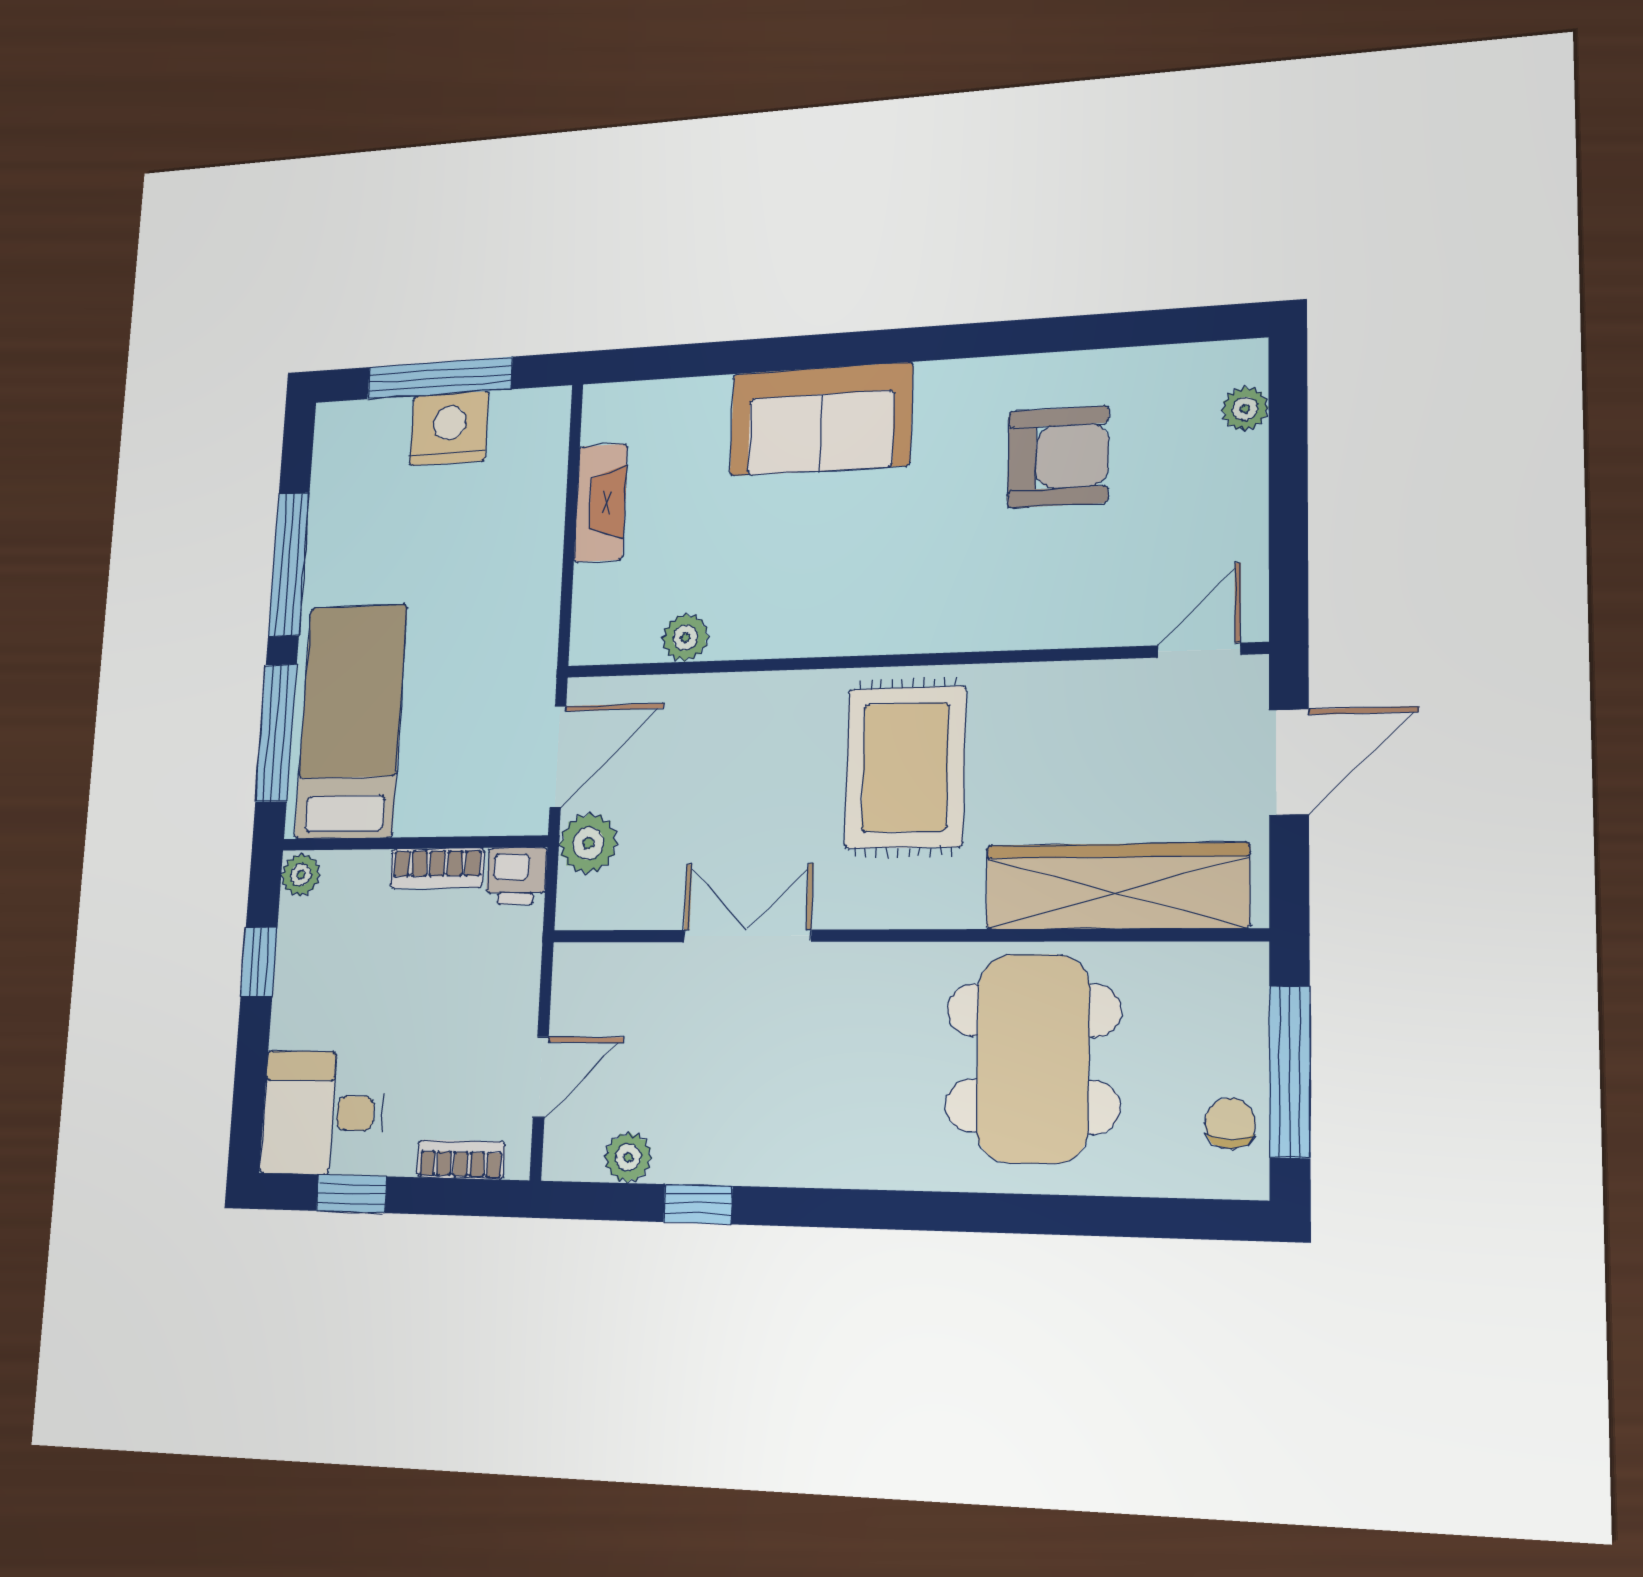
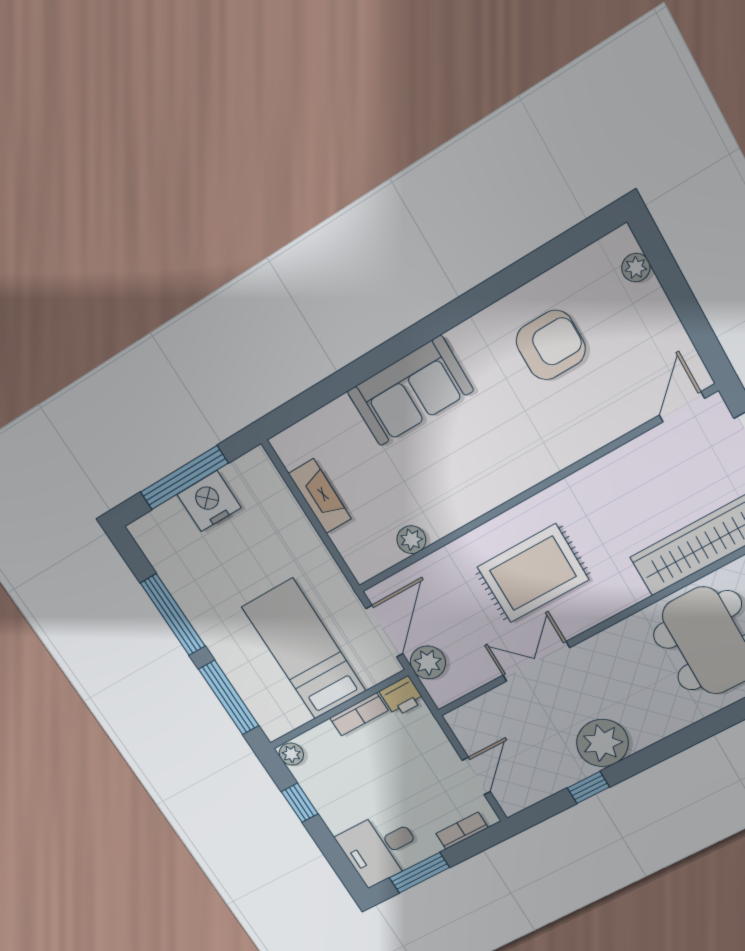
bed: (351, 721) -> (304, 649), moved
rug: (905, 767) -> (533, 573), moved, turned 90
plant: (628, 1157) -> (602, 743), moved, width x1.87, depth x1.87
window: (352, 1194) -> (419, 873), width x1.50

